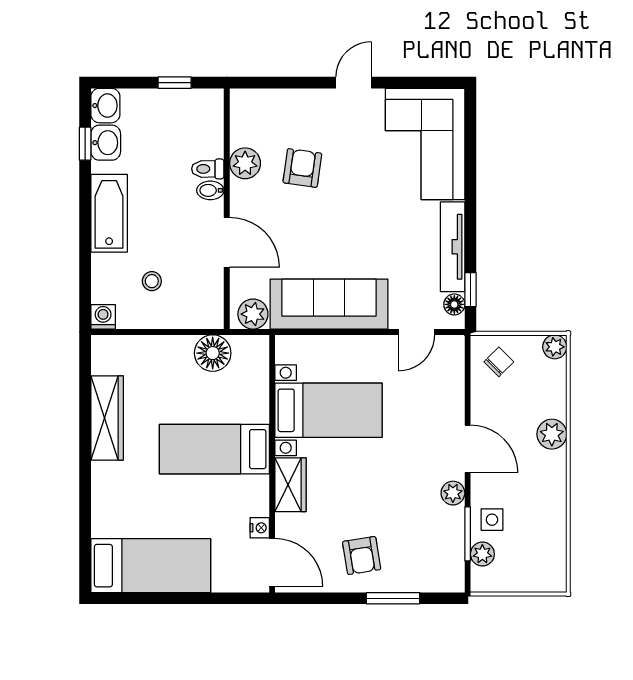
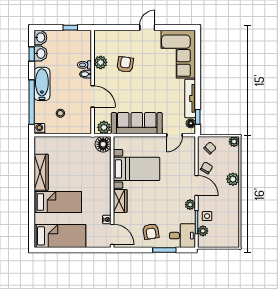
window: (85, 255) -> (32, 102), added
floor lamp: (213, 353) -> (103, 144), moved
chair: (491, 408) -> (207, 168), added
bed: (214, 449) -> (58, 202), moved, turned 180
desk: (435, 565) -> (182, 236), added

